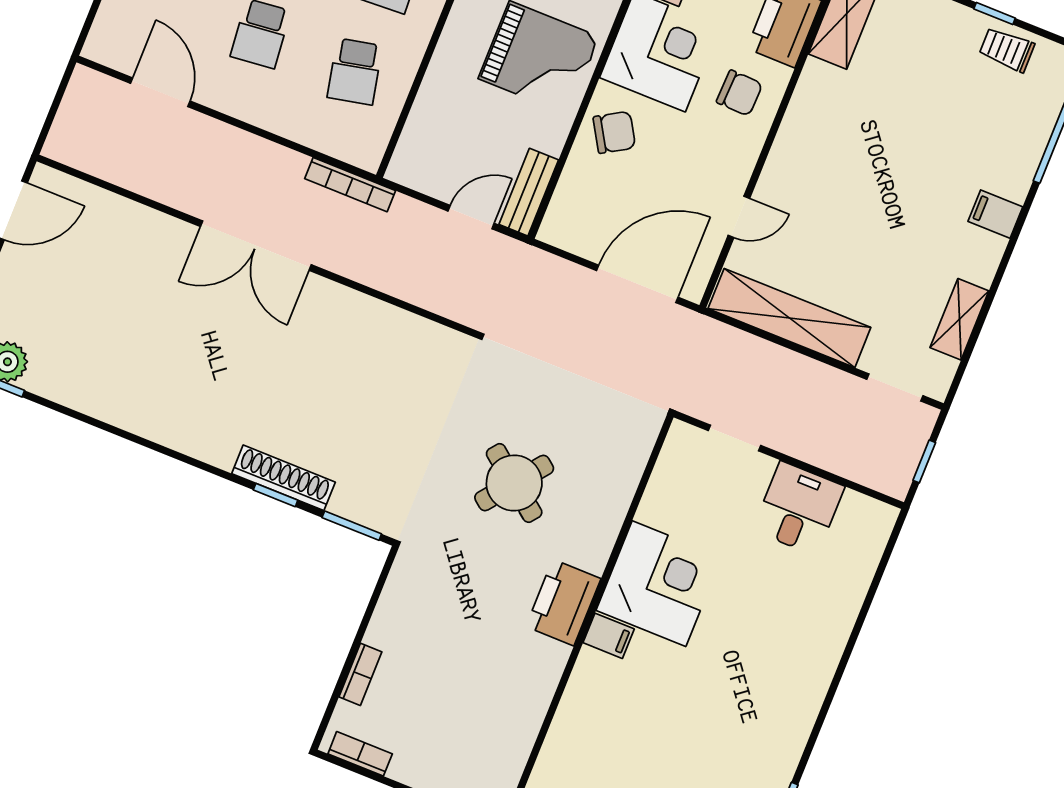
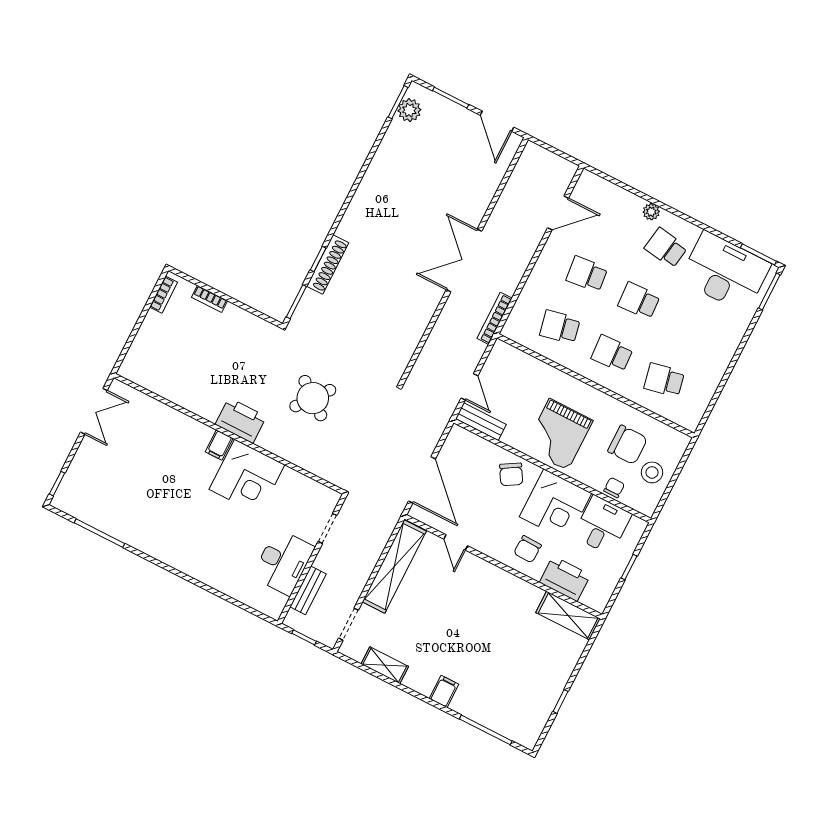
trolley: (1007, 50) -> (539, 707), removed
bench: (843, 462) -> (308, 590), added
desk: (799, 508) -> (283, 562), width x1.37

